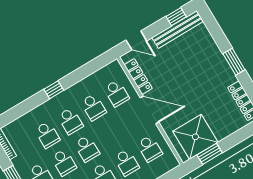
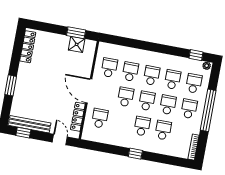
window: (234, 62) -> (11, 85), moved
school desk: (93, 107) -> (126, 97), moved
shower: (195, 137) -> (77, 44), width x0.54, depth x0.54

